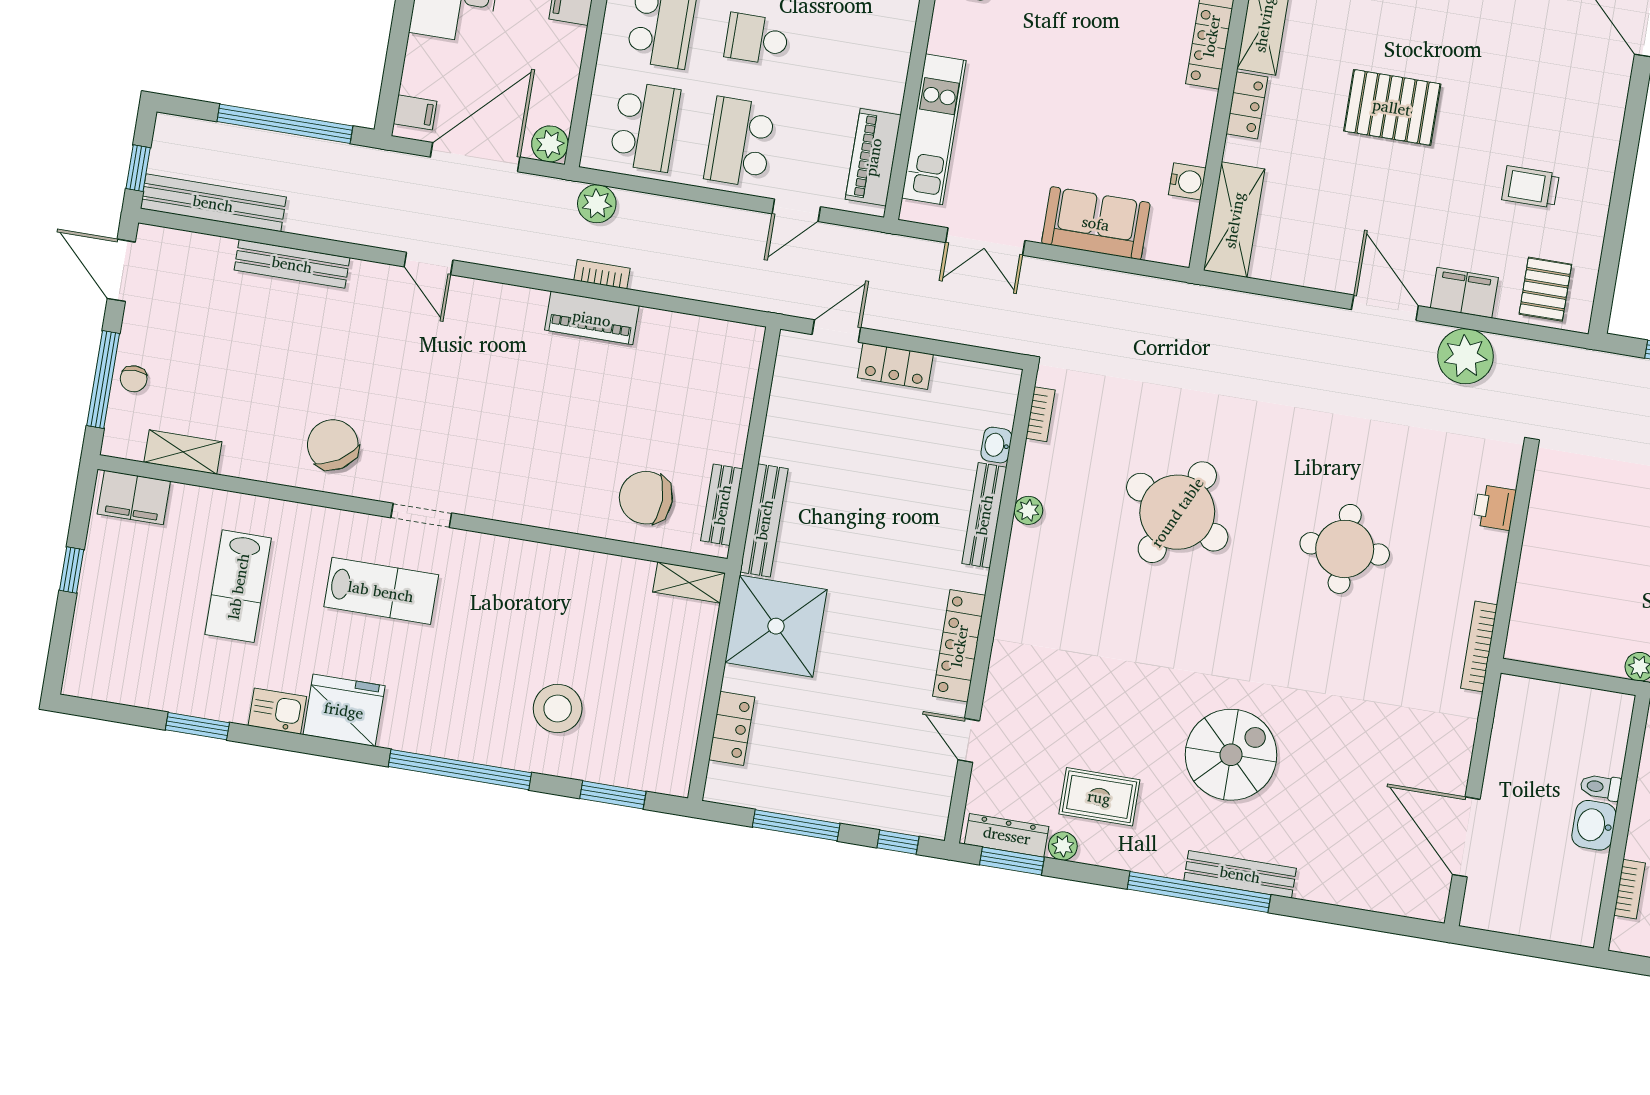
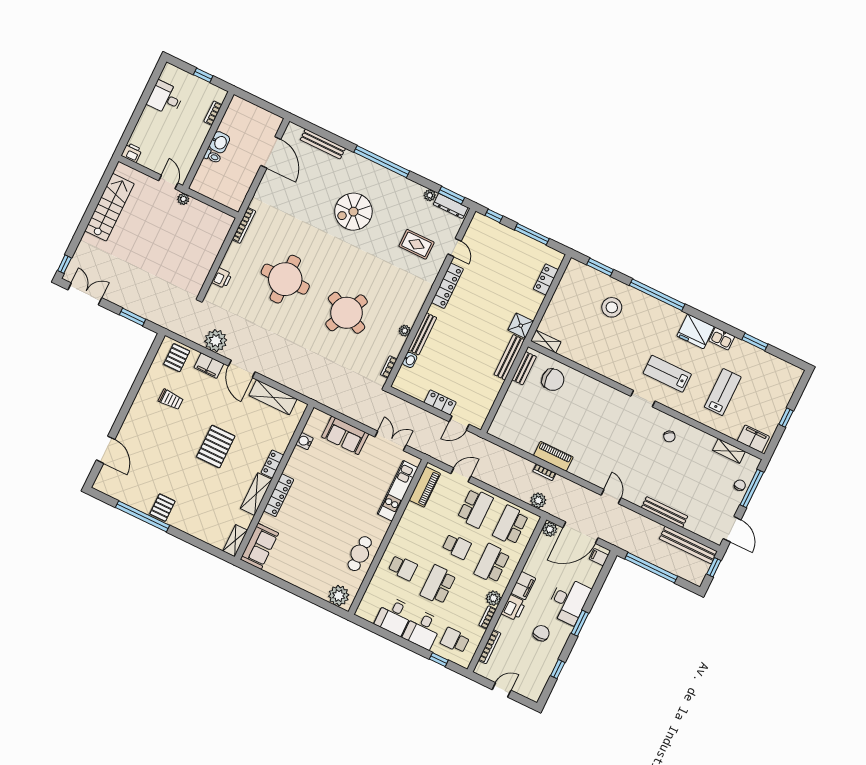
pallet: (1392, 107) -> (216, 446), turned 90
shelving: (1234, 220) -> (273, 397), moved, turned 90
chair: (333, 445) -> (669, 436), width x0.54, depth x0.54
round table: (1345, 549) -> (285, 279), width x1.36, depth x1.36
shower: (776, 626) -> (521, 326), width x0.54, depth x0.54
rug: (1099, 797) -> (416, 244), moved
bench: (1240, 874) -> (323, 144), moved

